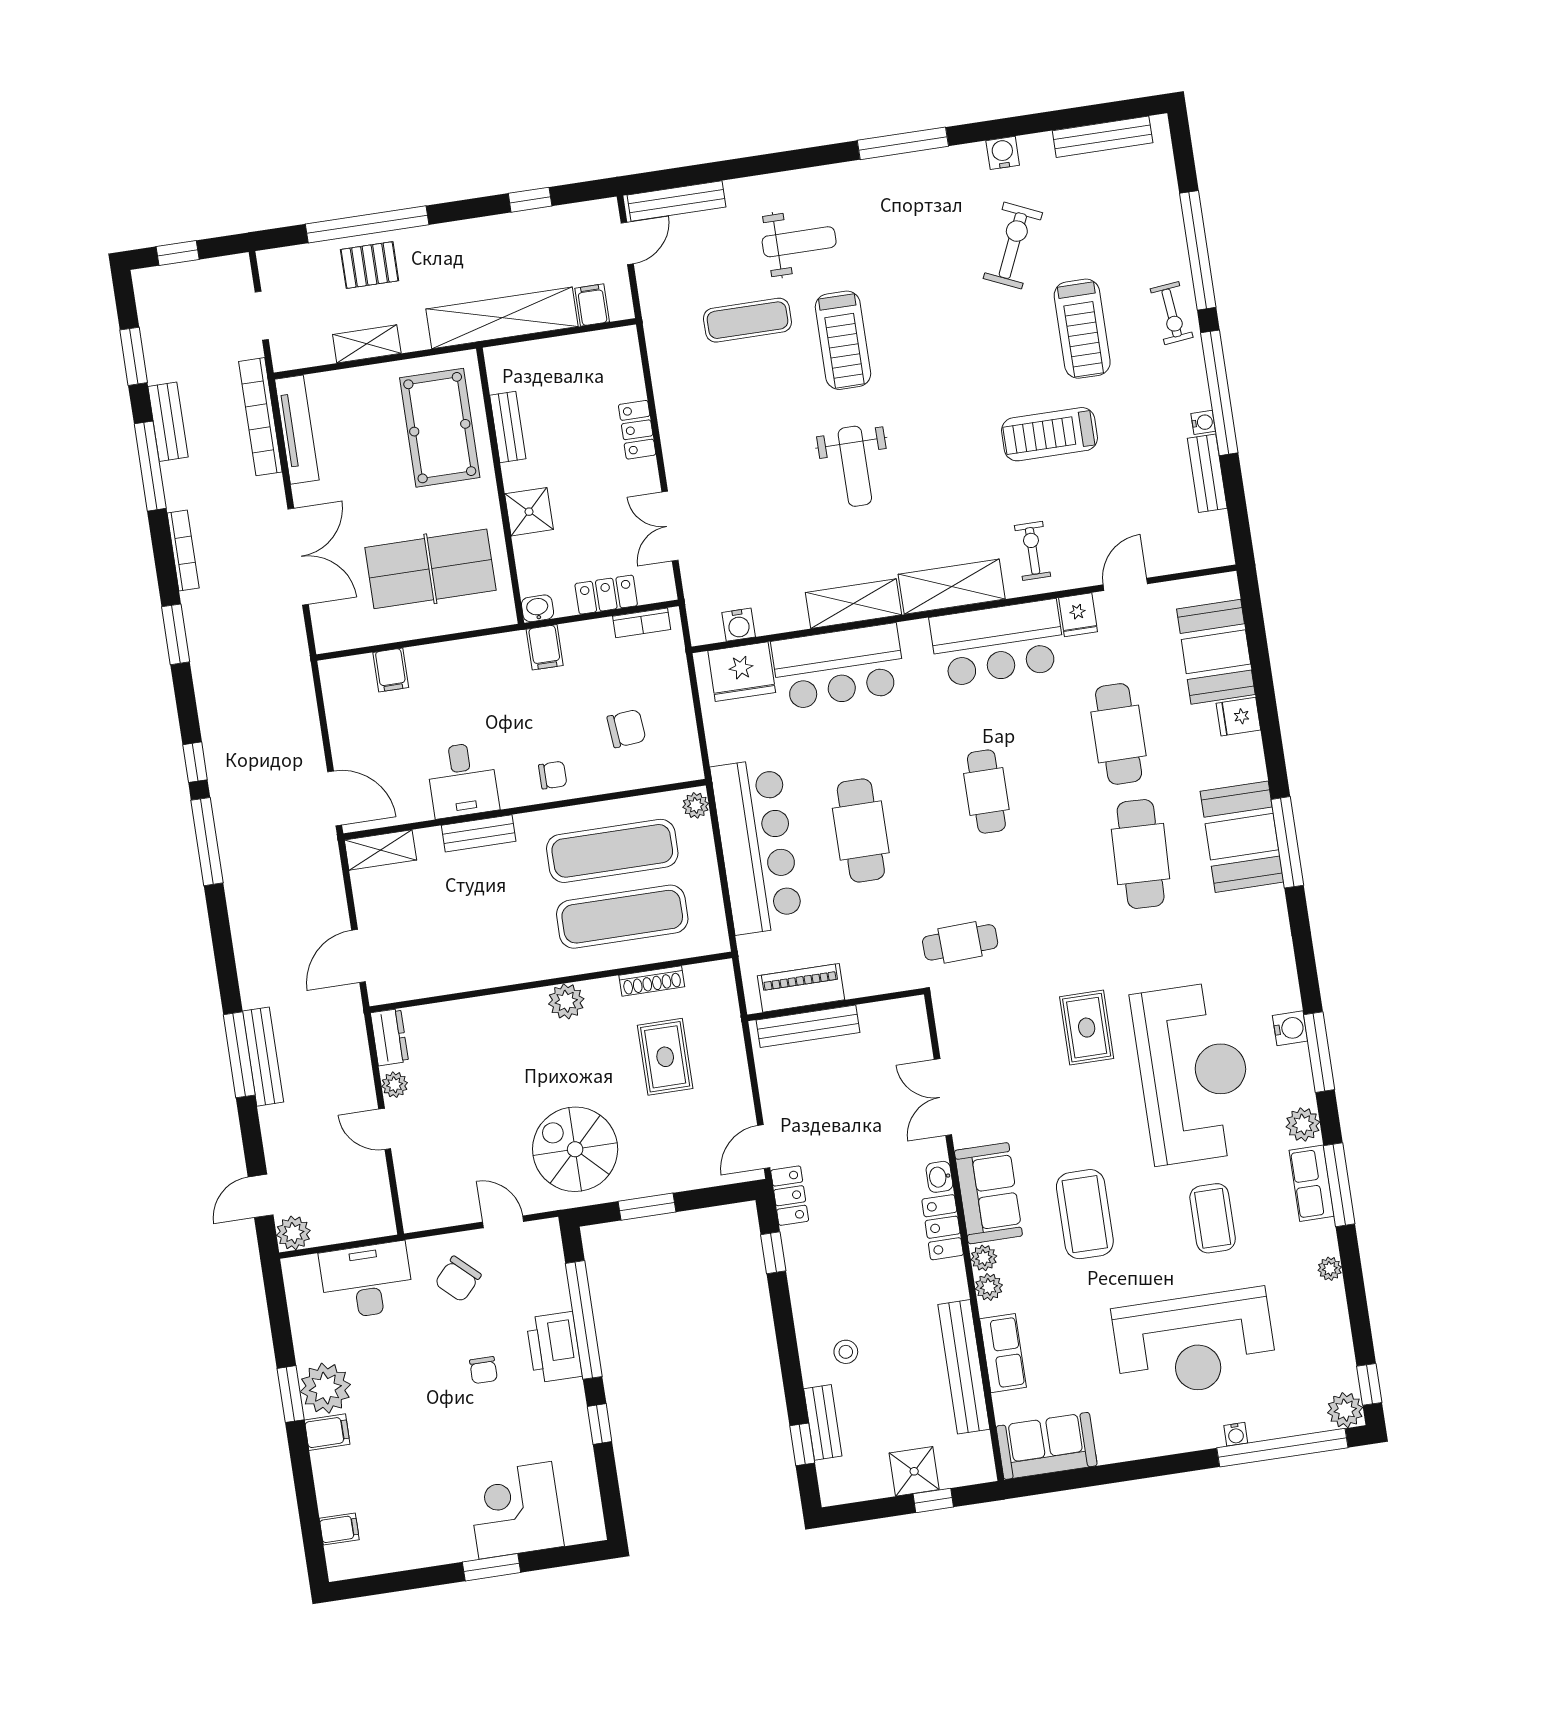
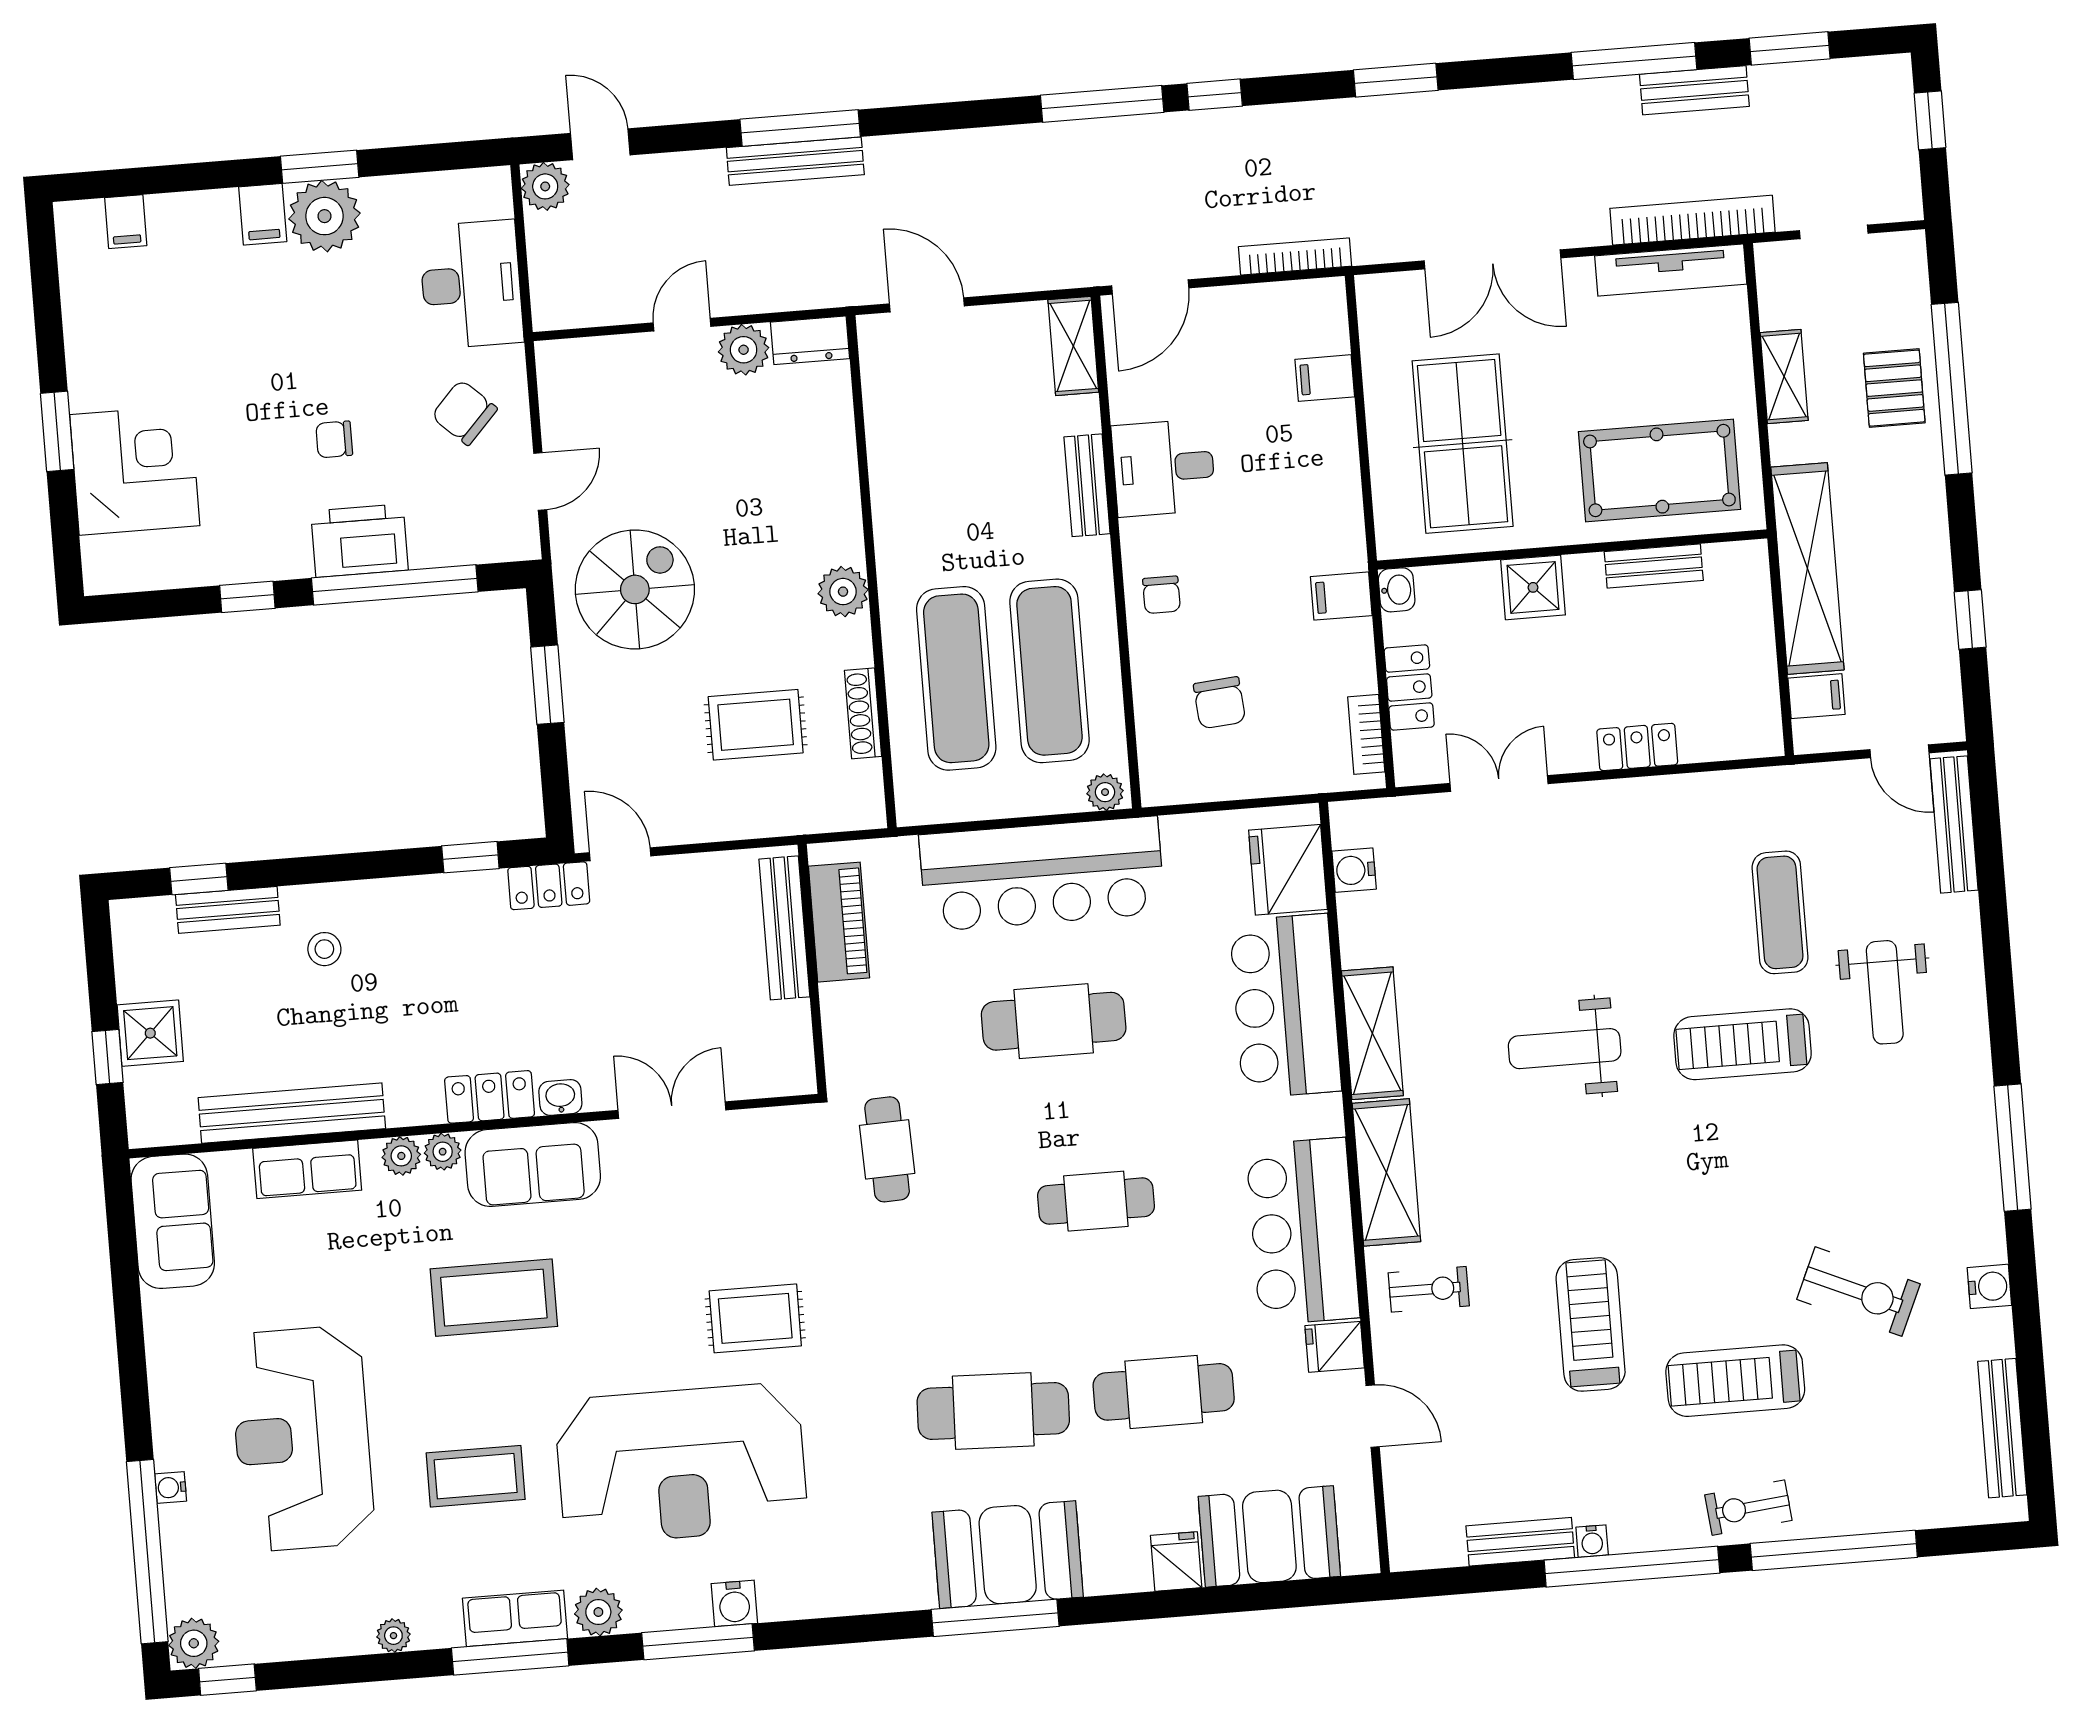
bookcase: (183, 550) -> (1295, 256), moved, turned 180
plant: (395, 1085) -> (744, 350), width x1.38, depth x1.38

